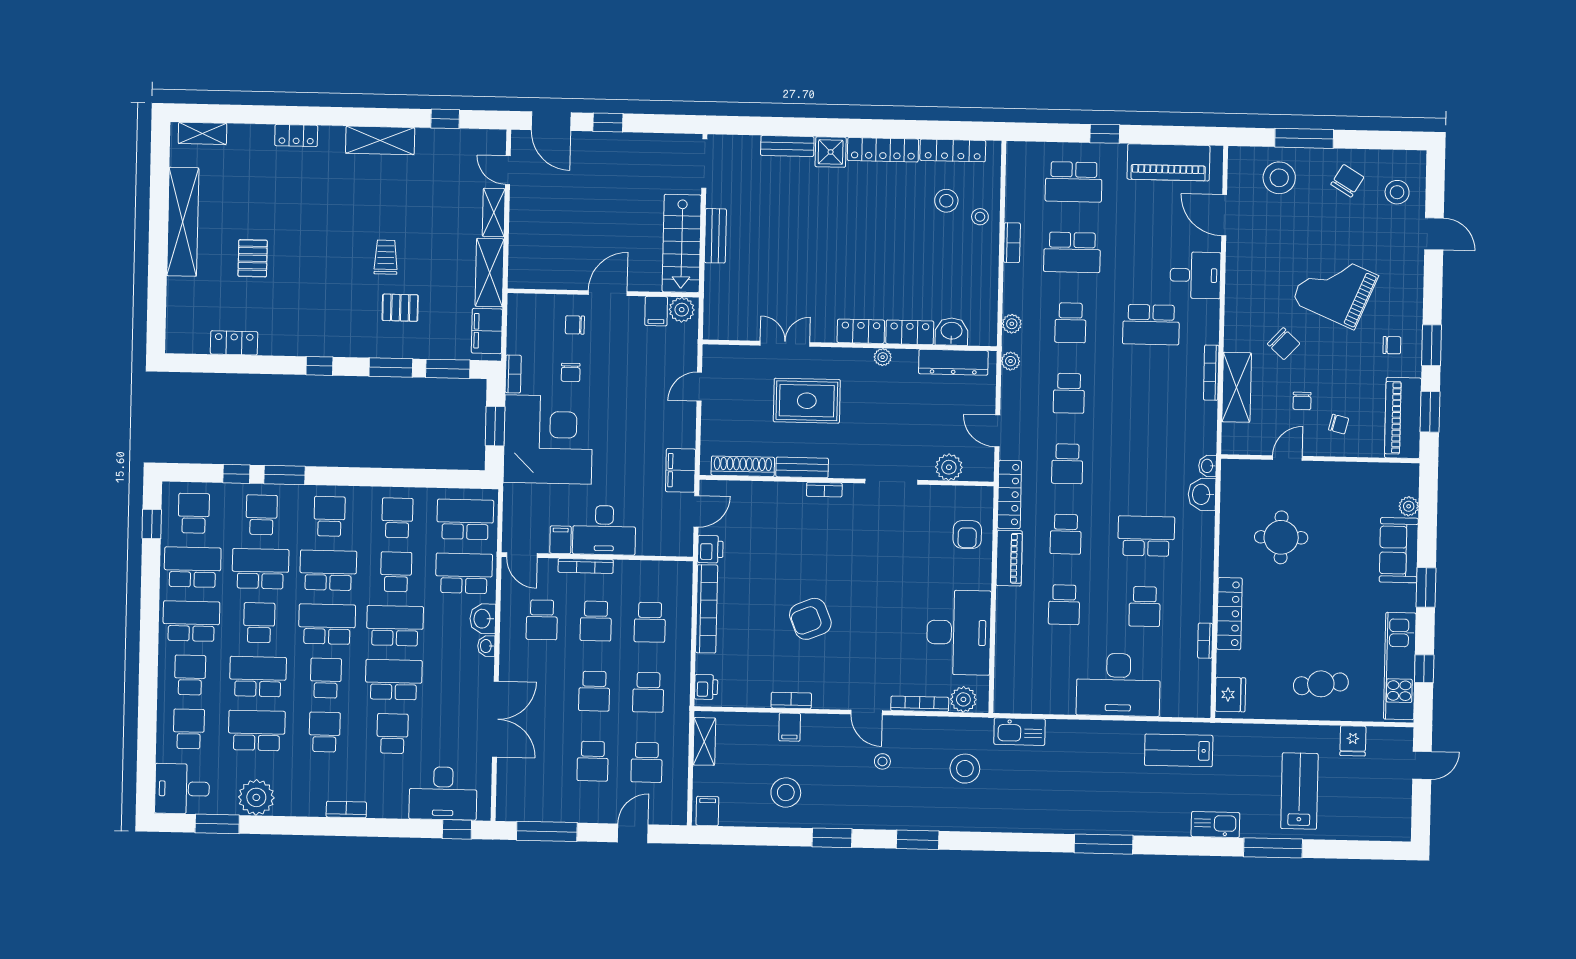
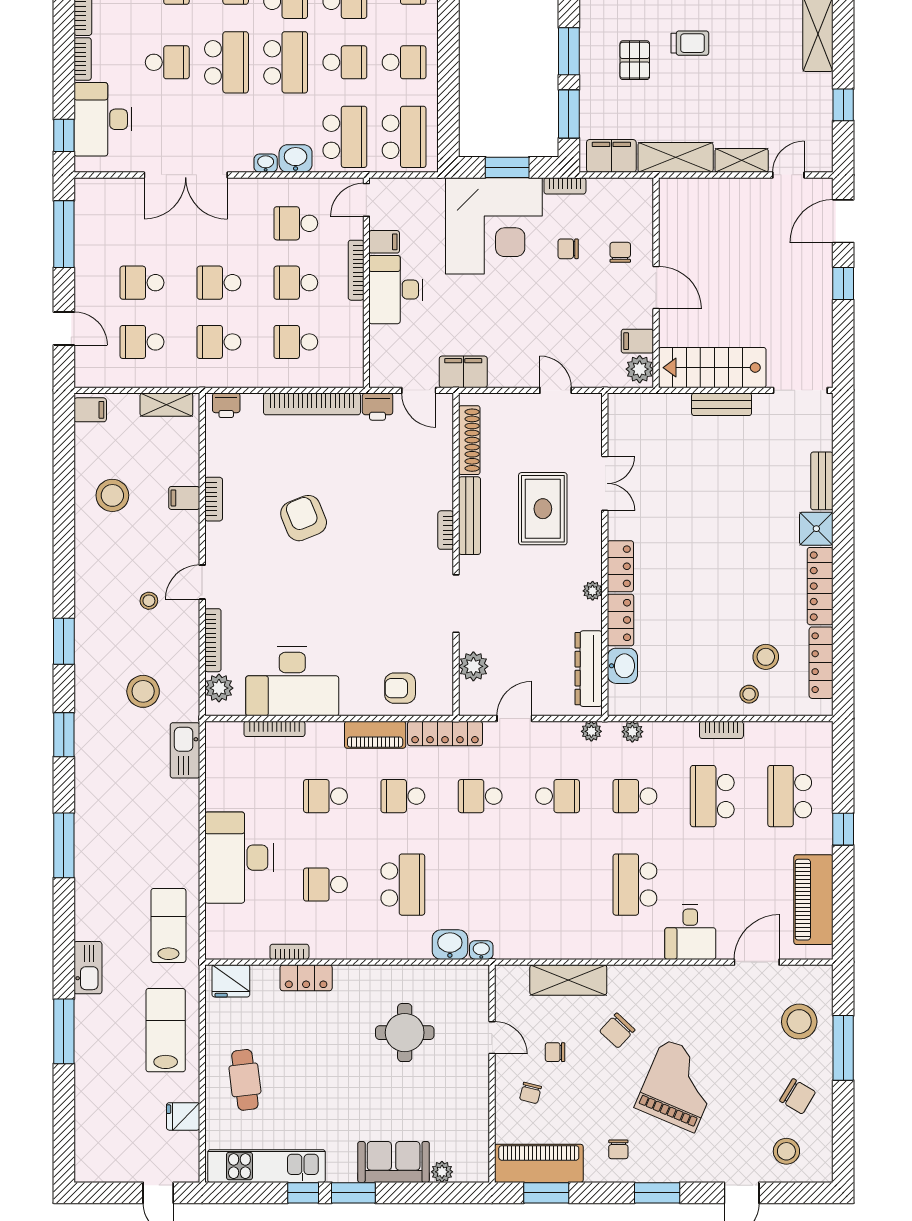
window: (1432, 345) -> (657, 1193), moved
bookcase: (1211, 373) -> (274, 729), moved, turned 180
school desk: (1069, 393) -> (558, 796), turned 180
bench: (802, 467) -> (470, 516), width x1.36
locker: (1229, 614) -> (306, 978), width x0.66
window: (1424, 669) -> (303, 1193), moved
lab bench: (1299, 791) -> (166, 1030), moved, turned -90
bookcase: (388, 811) -> (83, 59), added
window: (832, 838) -> (64, 735), moved

